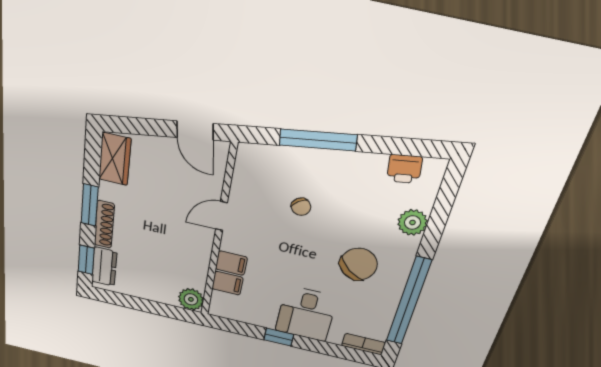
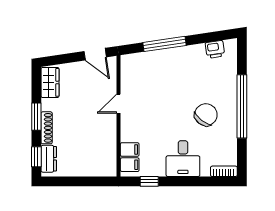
chair: (301, 207) -> (164, 86), removed
plant: (412, 222) -> (229, 80), removed
filing cabinet: (231, 263) -> (130, 165), moved
plant: (191, 299) -> (108, 168), removed
window: (409, 301) -> (242, 106), moved
window: (279, 337) -> (149, 181), moved

